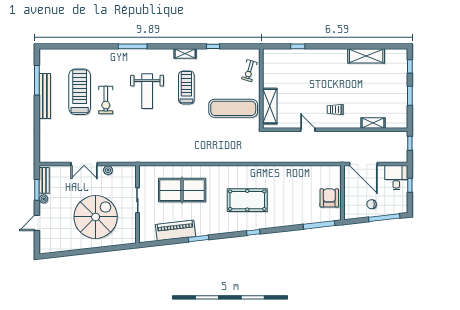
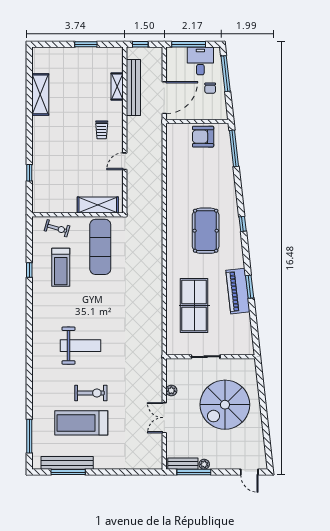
window: (133, 46) -> (29, 436), moved
shelving: (185, 54) -> (37, 302), removed
window: (410, 66) -> (52, 44), removed
treadmill: (186, 87) -> (61, 267), moved, turned -90
bench: (45, 96) -> (67, 463), moved
bench: (372, 137) -> (133, 87), added
double door: (84, 164) -> (164, 418), swing flipped
desk: (396, 178) -> (200, 61), moved, turned 90
window: (410, 185) -> (189, 44), width x2.17
window: (37, 190) -> (194, 472), width x1.44
spiral stairs: (96, 217) -> (225, 405), turned -90
door: (37, 223) -> (249, 472), moved
piano: (176, 230) -> (238, 291), moved

